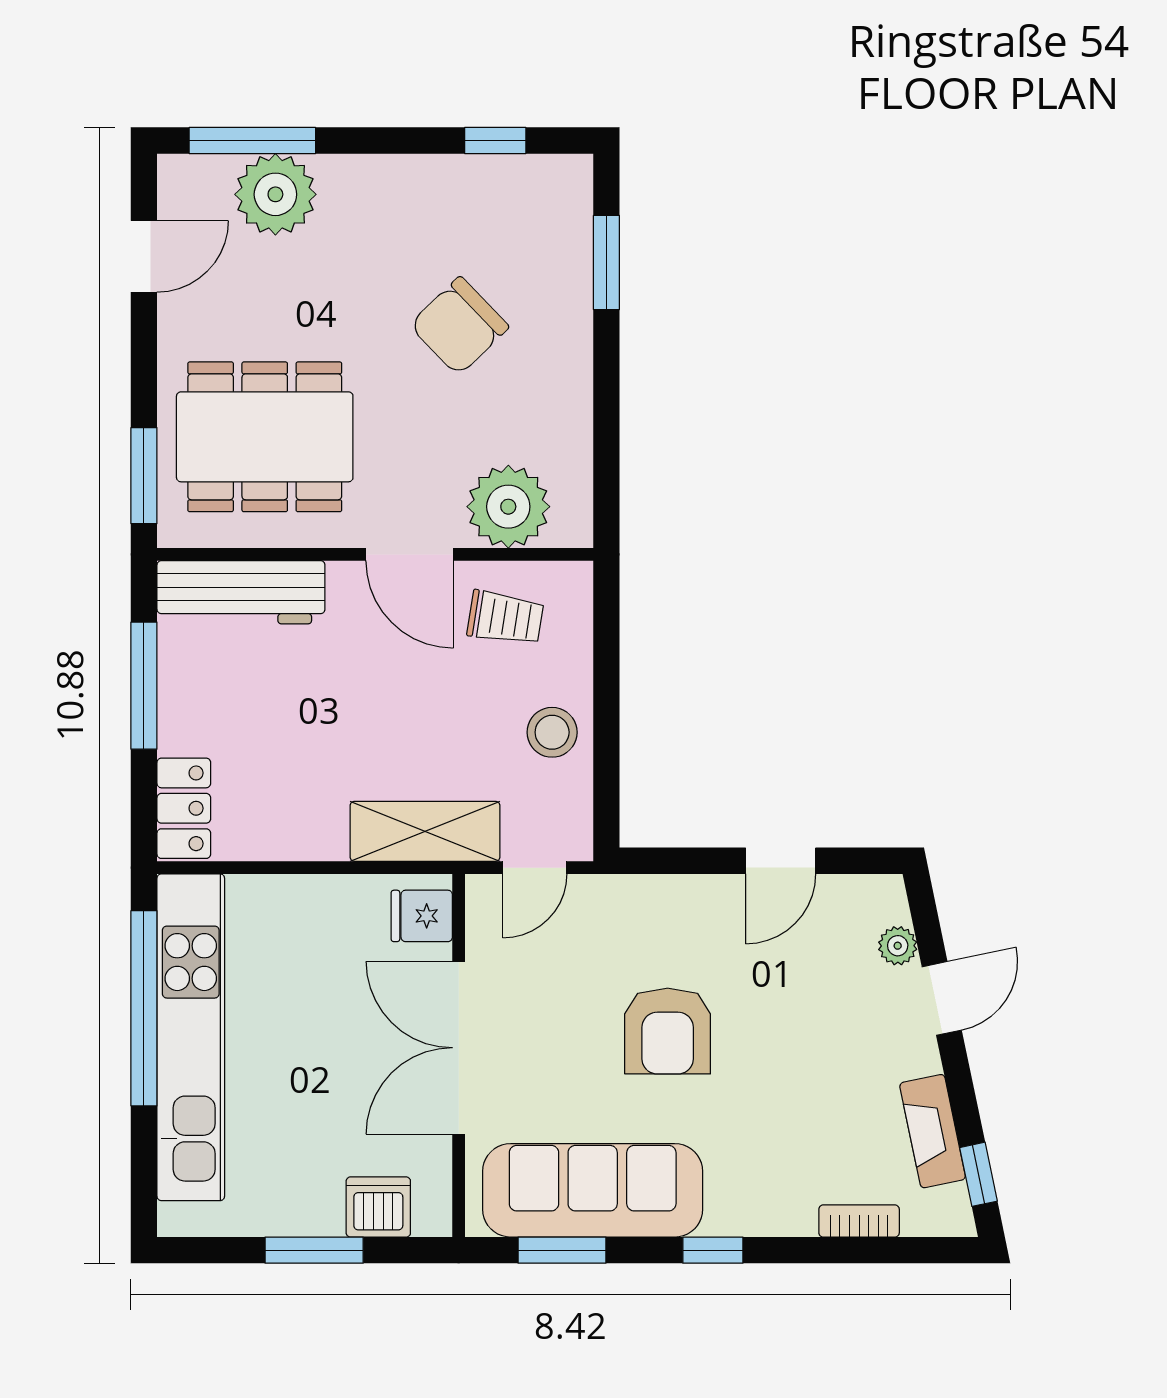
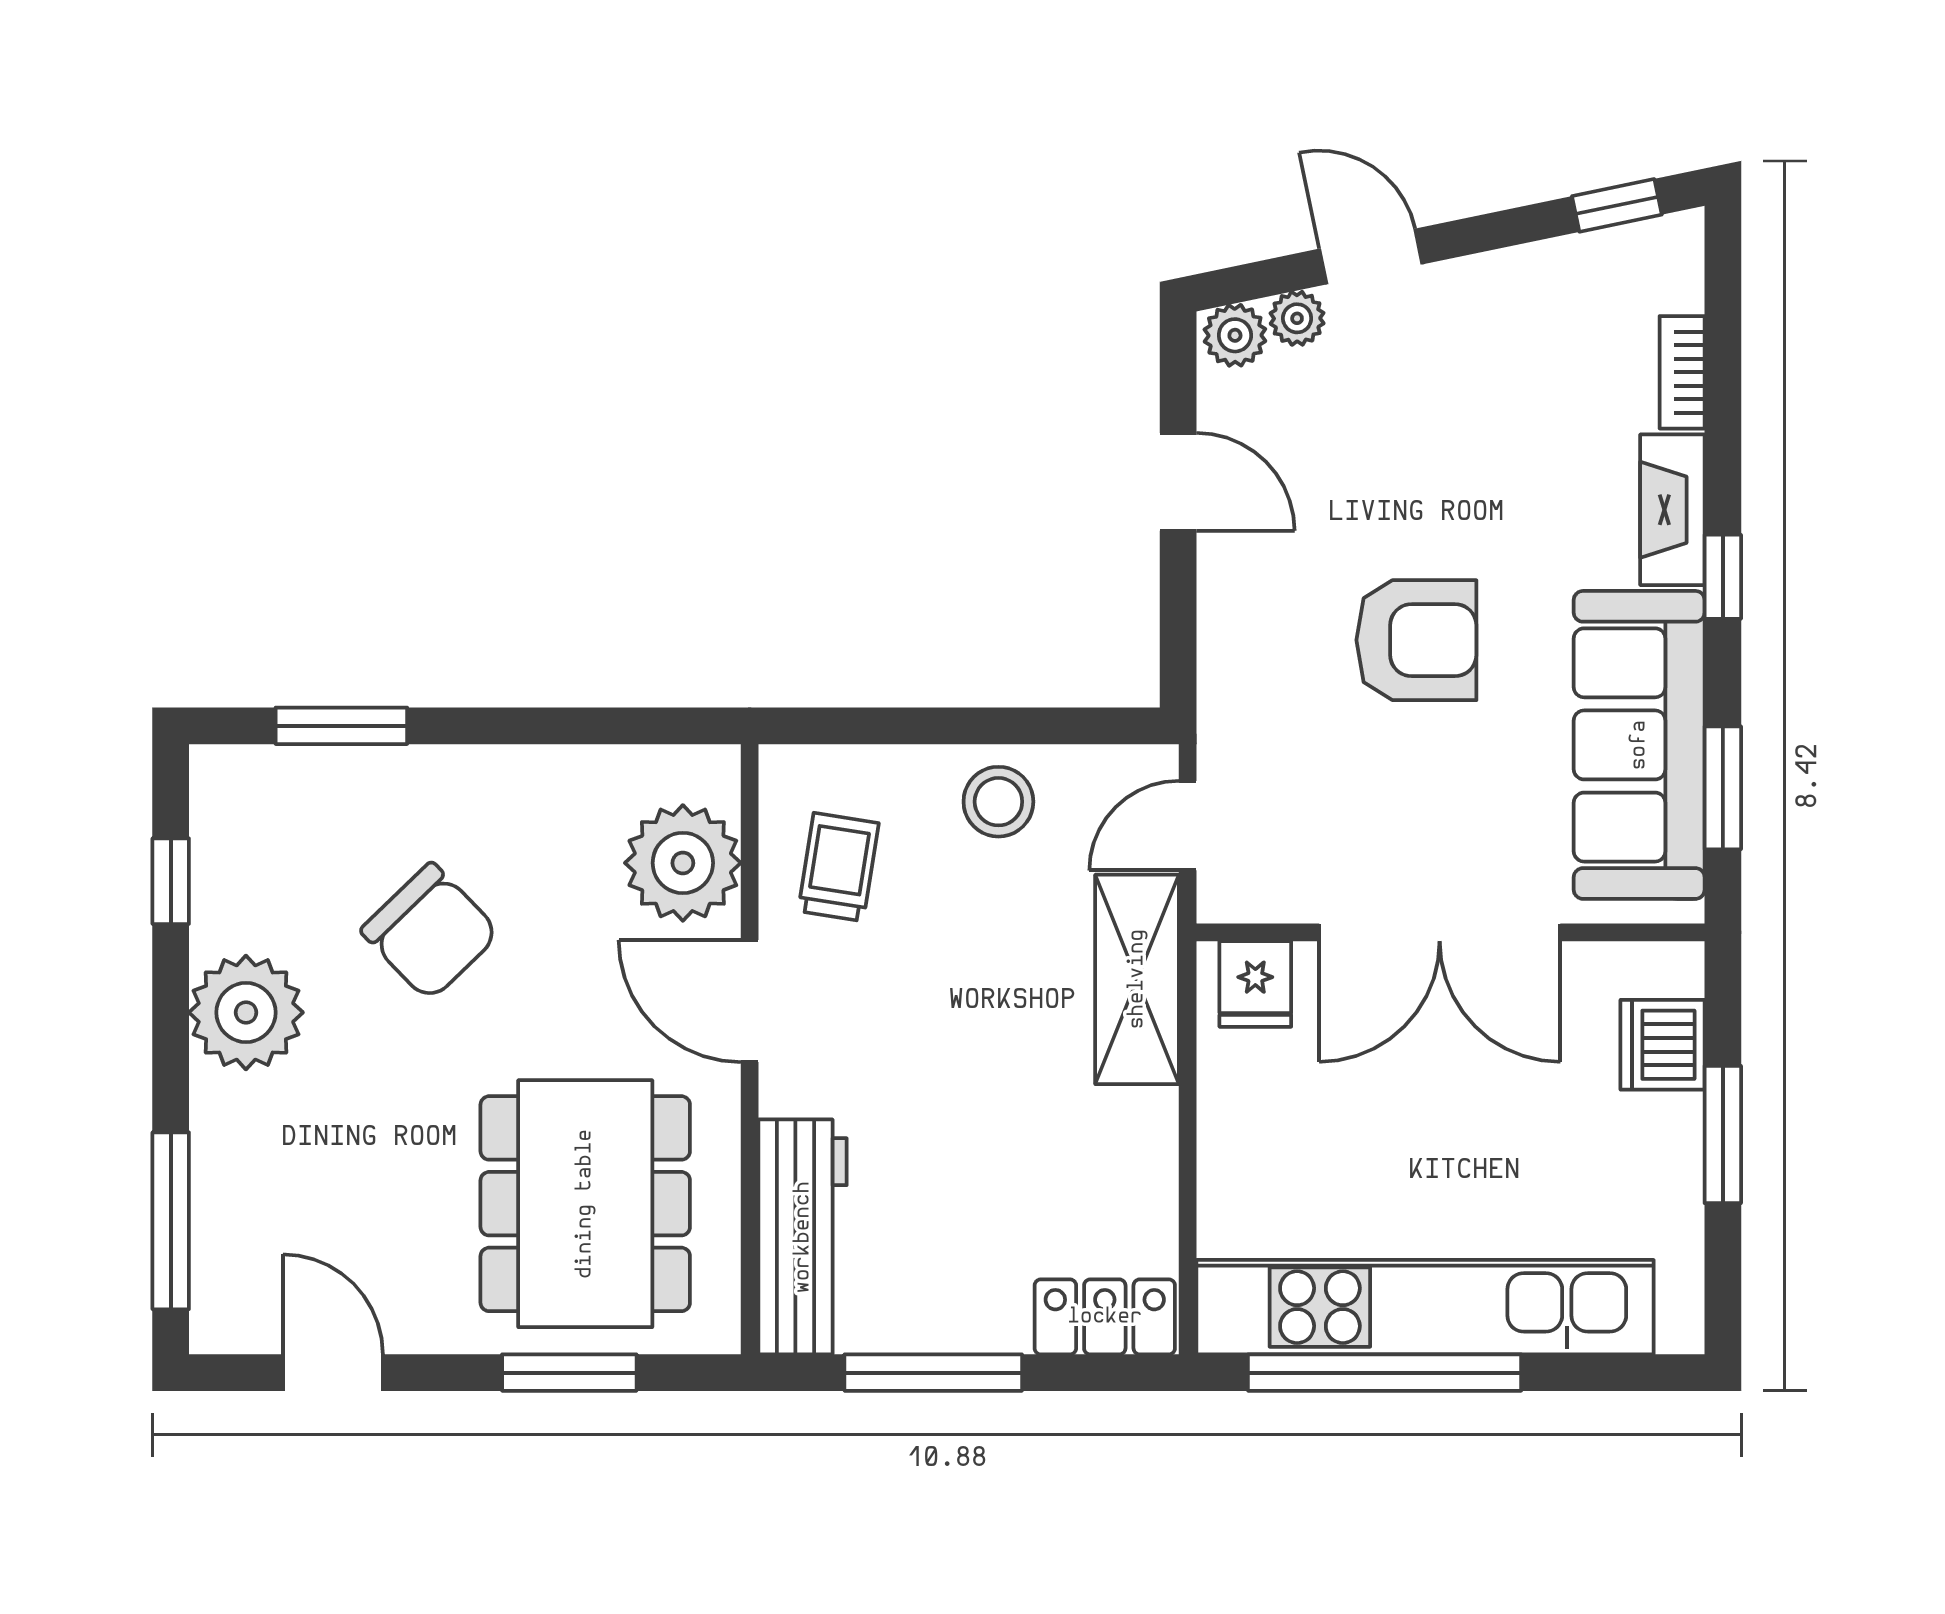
plant: (275, 194) -> (246, 1012), moved
window: (144, 476) -> (569, 1373), moved
door: (410, 554) -> (750, 1001), swing flipped
door: (535, 868) -> (1188, 826), swing flipped
plant: (886, 901) -> (1235, 335), added
fireplace: (933, 1131) -> (1672, 510), moved, turned 102

